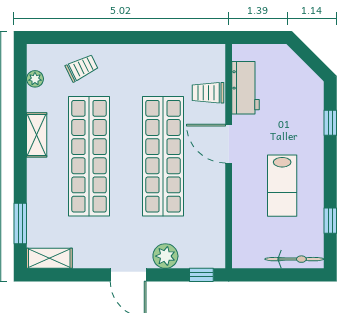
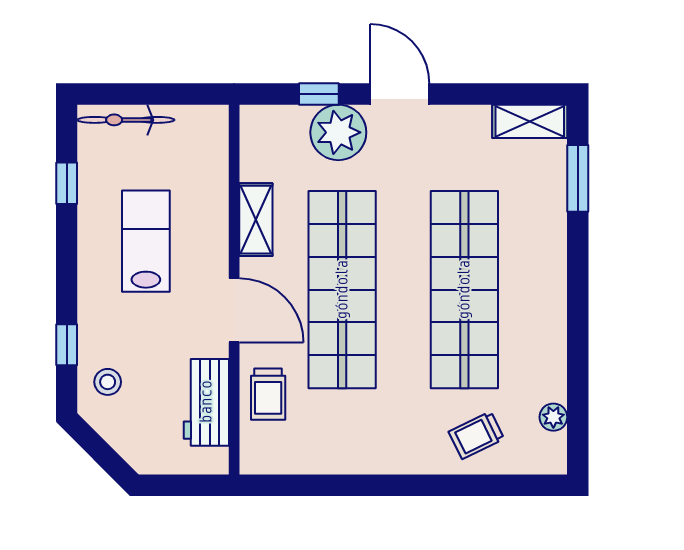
trolley: (208, 93) -> (268, 394), turned 90
stool: (305, 100) -> (108, 382), added
shelving: (37, 135) -> (256, 220), moved
plant: (165, 256) -> (338, 132), width x1.36, depth x1.36
window: (201, 275) -> (319, 94), moved

